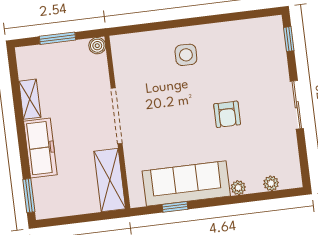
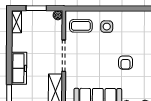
coffee table: (140, 59) -> (81, 26), added
shelving: (30, 99) -> (17, 22), moved

